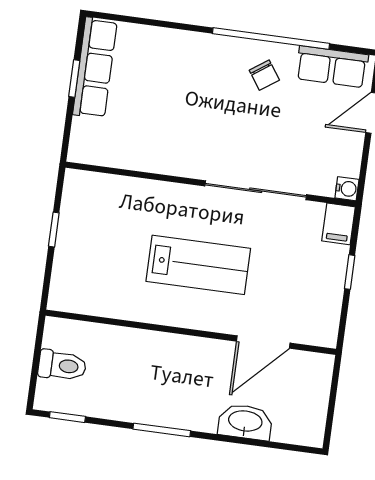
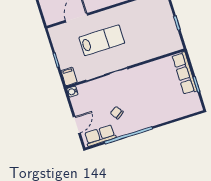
row of seats: (95, 68) -> (184, 73), moved
chair: (264, 75) -> (117, 113), moved
lab bench: (198, 265) -> (102, 40), moved, turned 180

